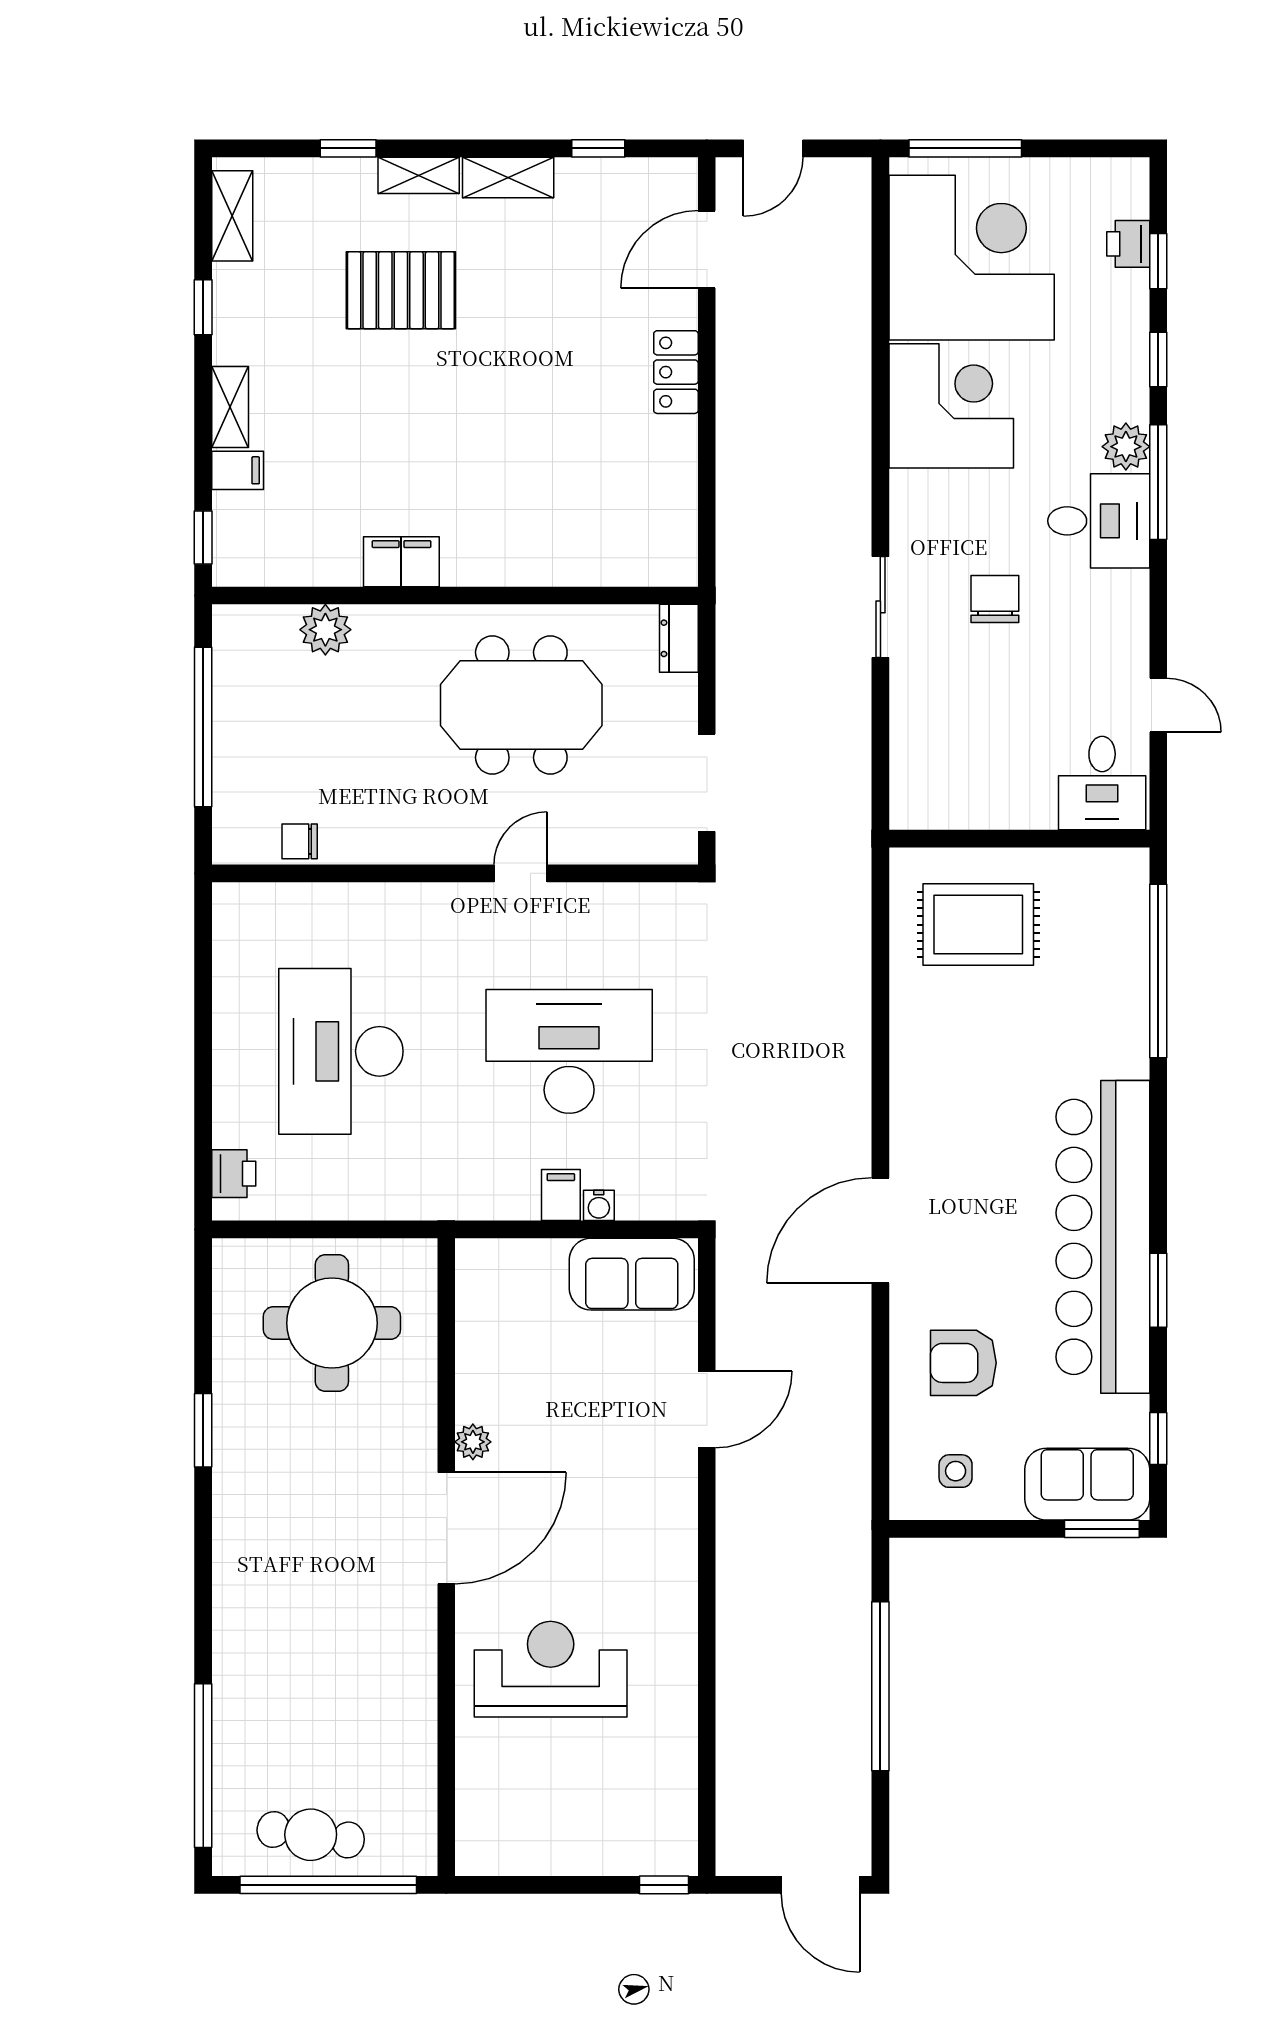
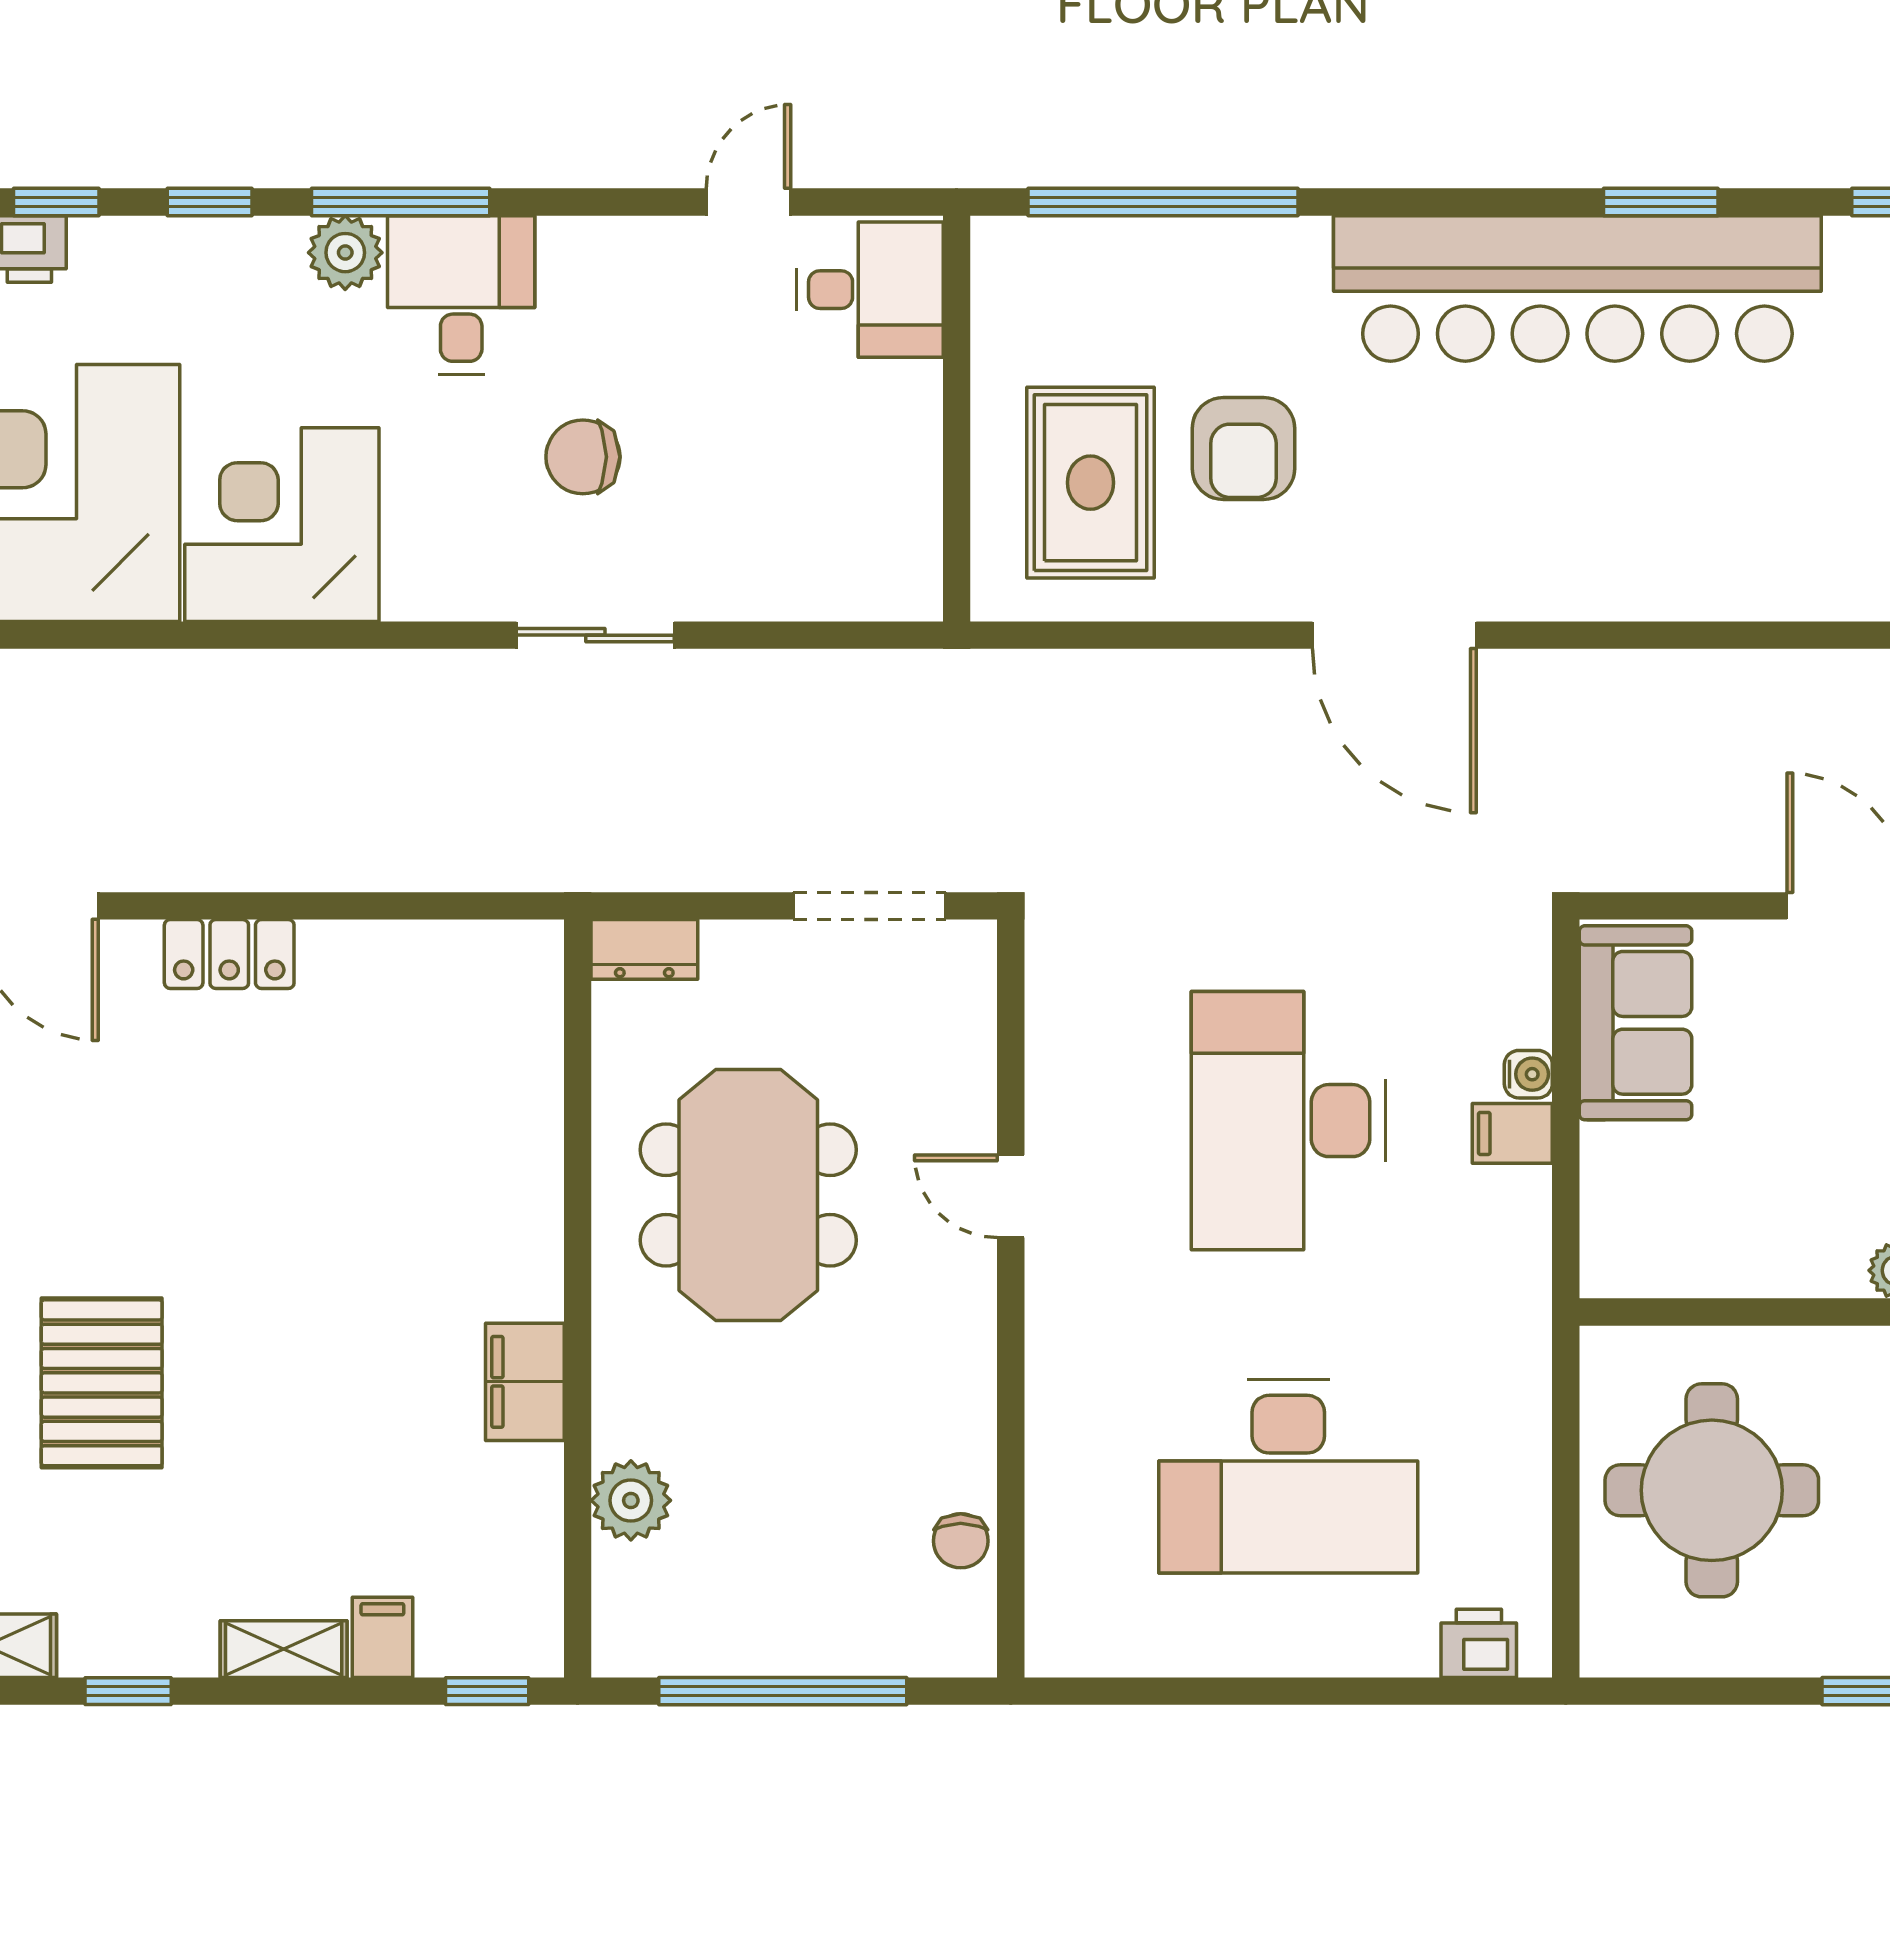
door: (880, 1230) -> (1394, 635), moved
armchair: (963, 1363) -> (1243, 449), moved

